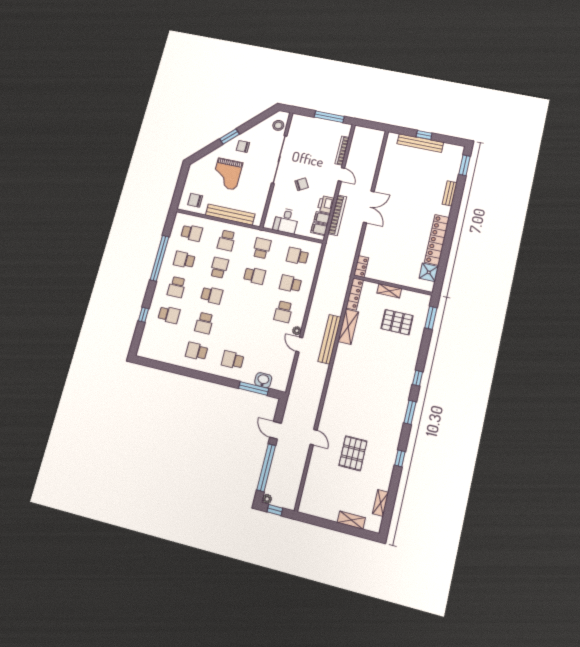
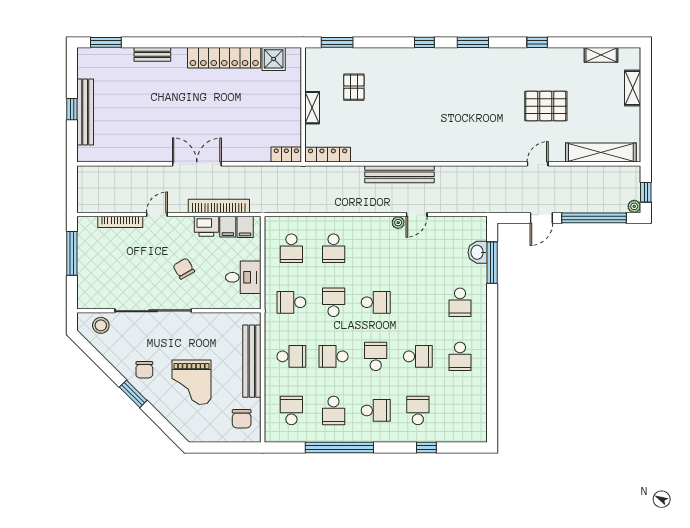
grand piano: (227, 174) -> (191, 382), turned 90
school desk: (283, 312) -> (376, 302), moved
pallet: (397, 322) -> (354, 87), width x0.67, depth x0.71
shelving: (348, 327) -> (601, 153), moved, width x1.47

